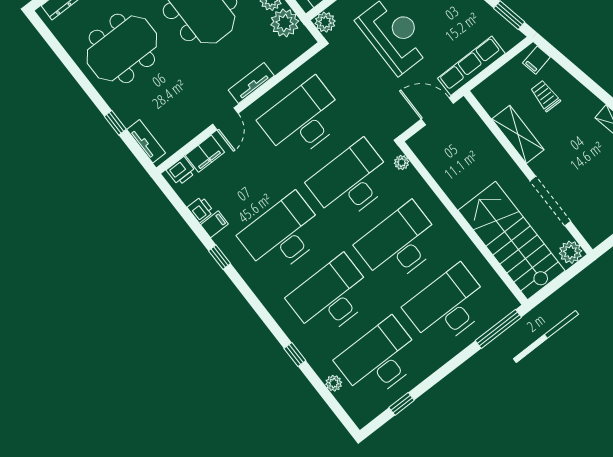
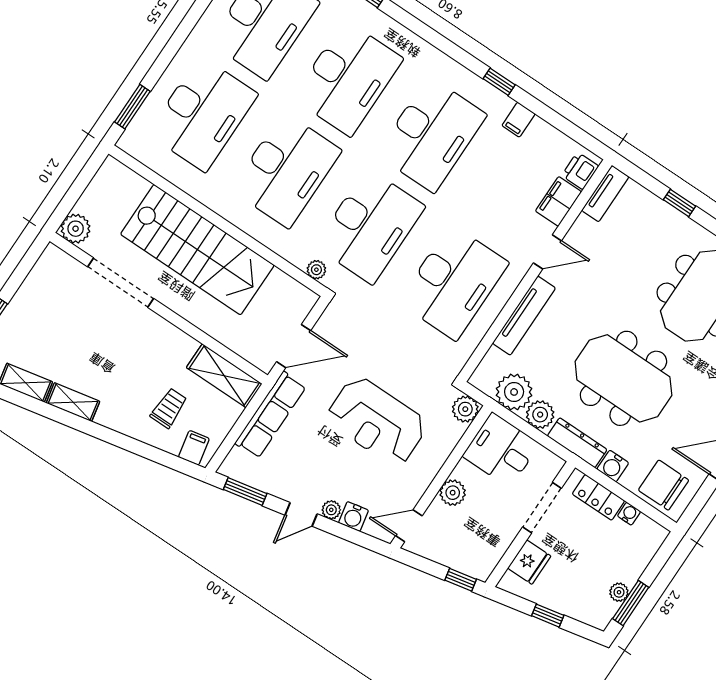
tv unit: (251, 83) -> (524, 316), width x1.41
trolley: (545, 96) -> (169, 408), turned -90
door: (225, 119) -> (547, 252), swing flipped
shelving: (518, 134) -> (224, 376), moved
tv unit: (146, 141) -> (605, 194), moved, turned -90
printer: (200, 210) -> (541, 132), removed
stairs: (511, 241) -> (197, 250), moved
window: (498, 329) -> (132, 107), width x0.69

